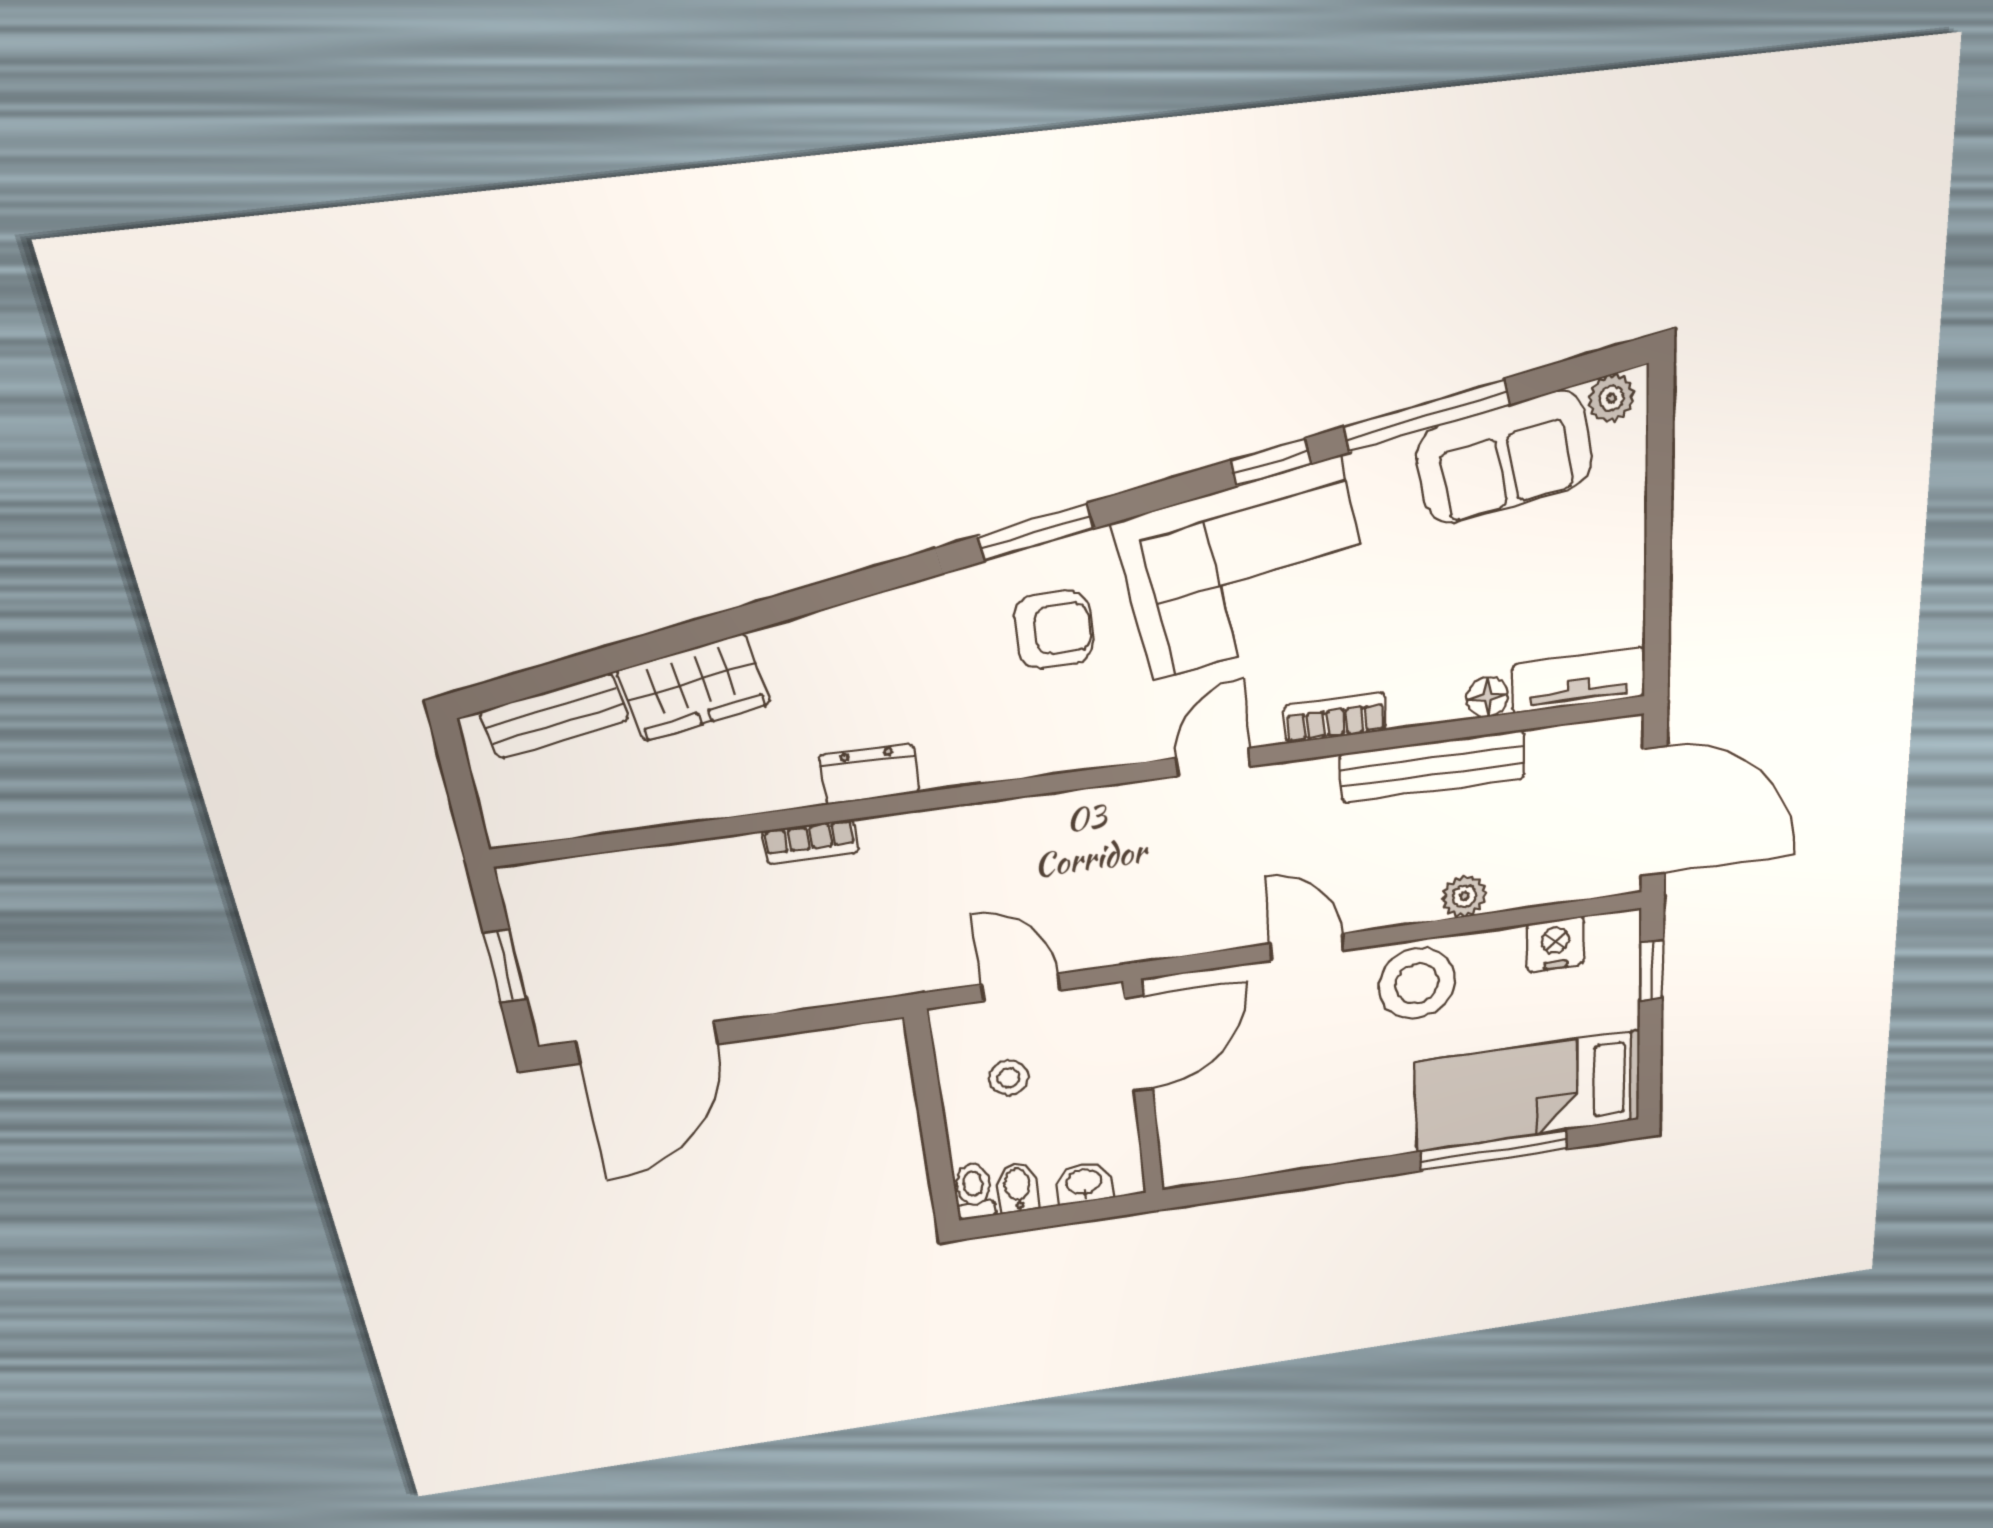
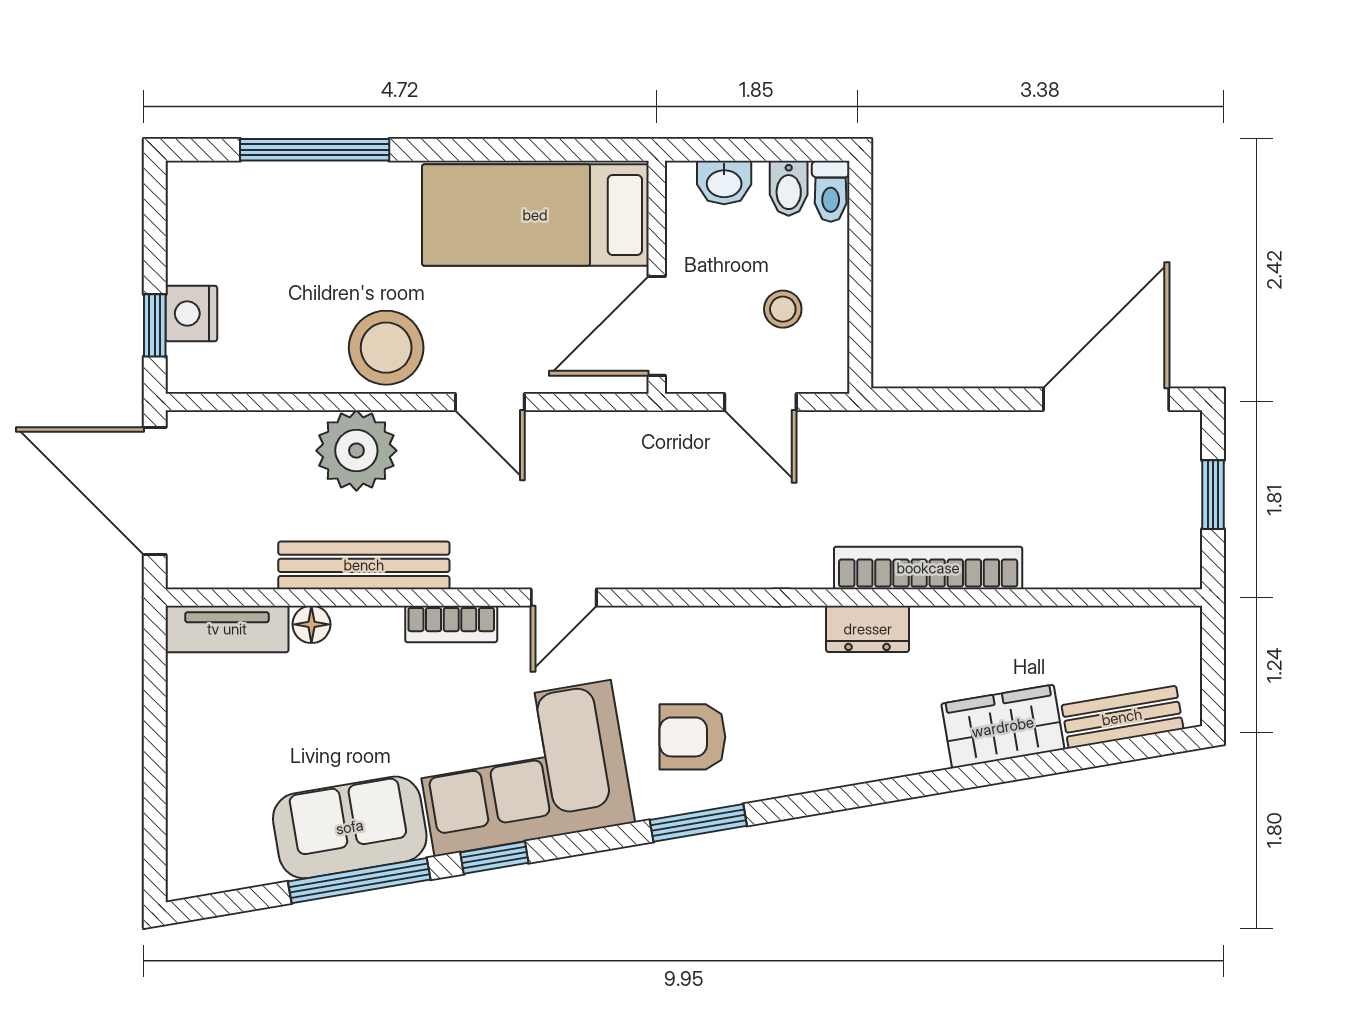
plant: (1611, 398) -> (198, 876), removed
sofa: (1505, 458) -> (350, 827), moved
bookcase: (810, 842) -> (928, 568), width x2.31, depth x1.31
plant: (1464, 896) -> (356, 451), width x1.88, depth x1.88
nightstand: (1555, 944) -> (191, 314), moved, turned 90
bed: (1528, 1091) -> (535, 215), moved, turned 180

